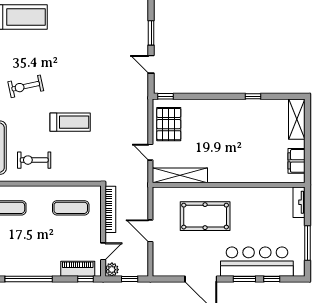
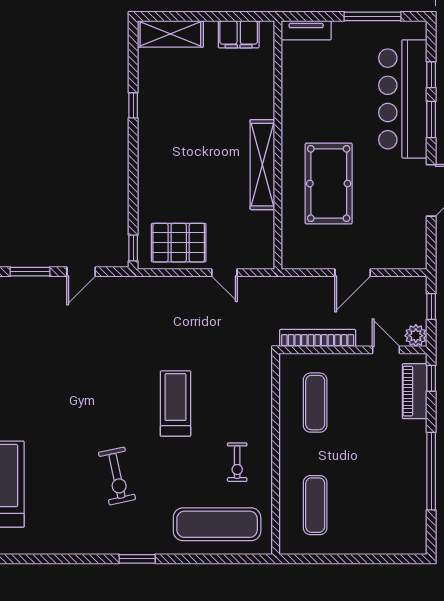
door: (150, 152) -> (224, 273), hinge flipped
exercise bike: (34, 160) -> (237, 462), width x0.73, depth x0.72
shelving: (180, 175) -> (262, 165), moved

